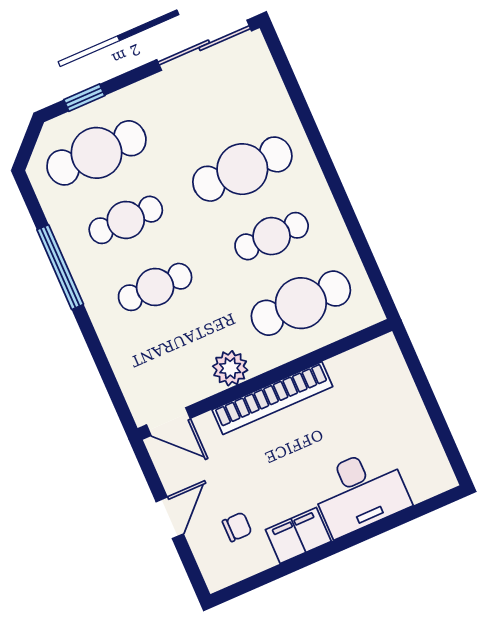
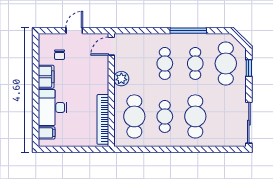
bookcase: (272, 398) -> (103, 119), moved
filing cabinet: (421, 480) -> (47, 133), added
door: (170, 518) -> (74, 31), swing flipped

